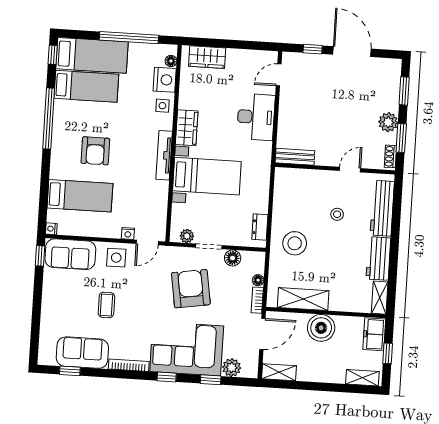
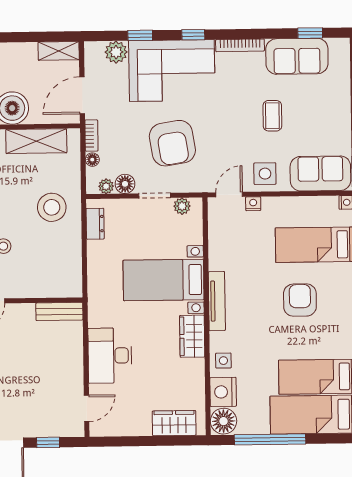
floor lamp: (171, 61) -> (224, 421), width x1.89, depth x1.89
plant: (248, 257) -> (106, 186), added

